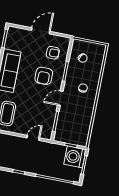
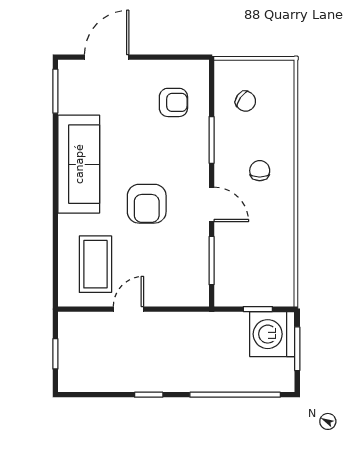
door: (41, 31) -> (107, 57), moved
armchair: (44, 76) -> (147, 204), moved
door: (60, 98) -> (212, 204), swing flipped
door: (33, 138) -> (128, 309), moved

